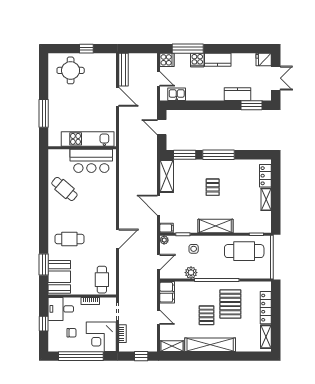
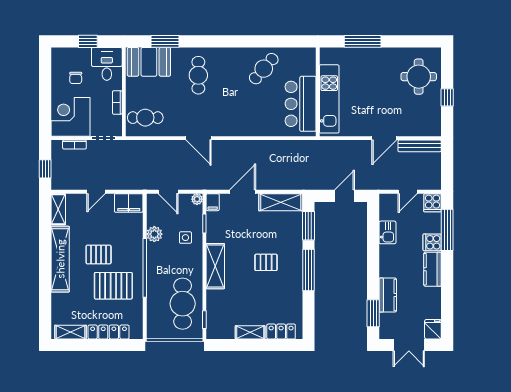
kitchen sink: (177, 94) -> (387, 232), moved
window: (81, 356) -> (45, 90), removed

